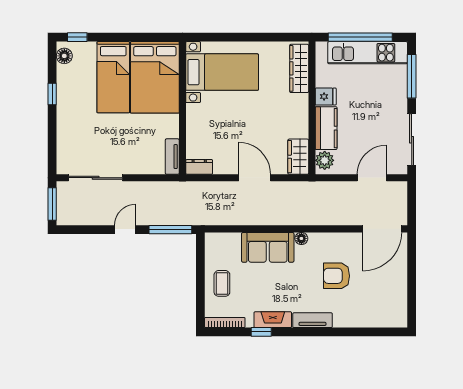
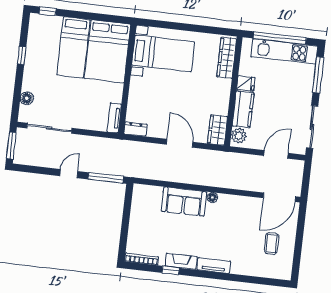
floor lamp: (64, 56) -> (27, 98), moved
armchair: (337, 276) -> (238, 231), removed
coffee table: (222, 283) -> (272, 243), moved

